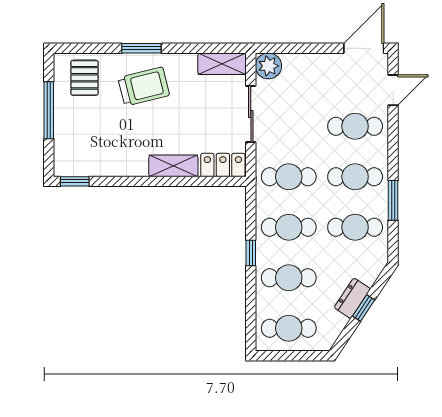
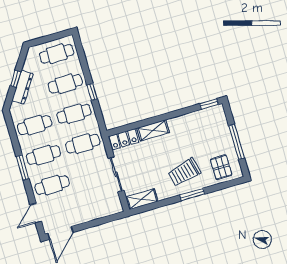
plant: (268, 66) -> (114, 206), removed
window: (393, 200) -> (23, 168), moved
dresser: (352, 298) -> (23, 87), width x1.44

